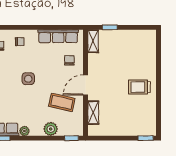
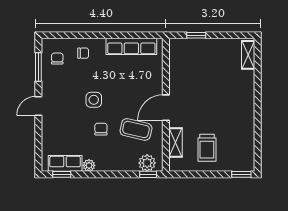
shelving: (93, 41) -> (248, 55), moved
chair: (69, 60) -> (101, 129), moved
trolley: (139, 87) -> (207, 148), moved, turned -90
plant: (51, 129) -> (147, 163), moved

